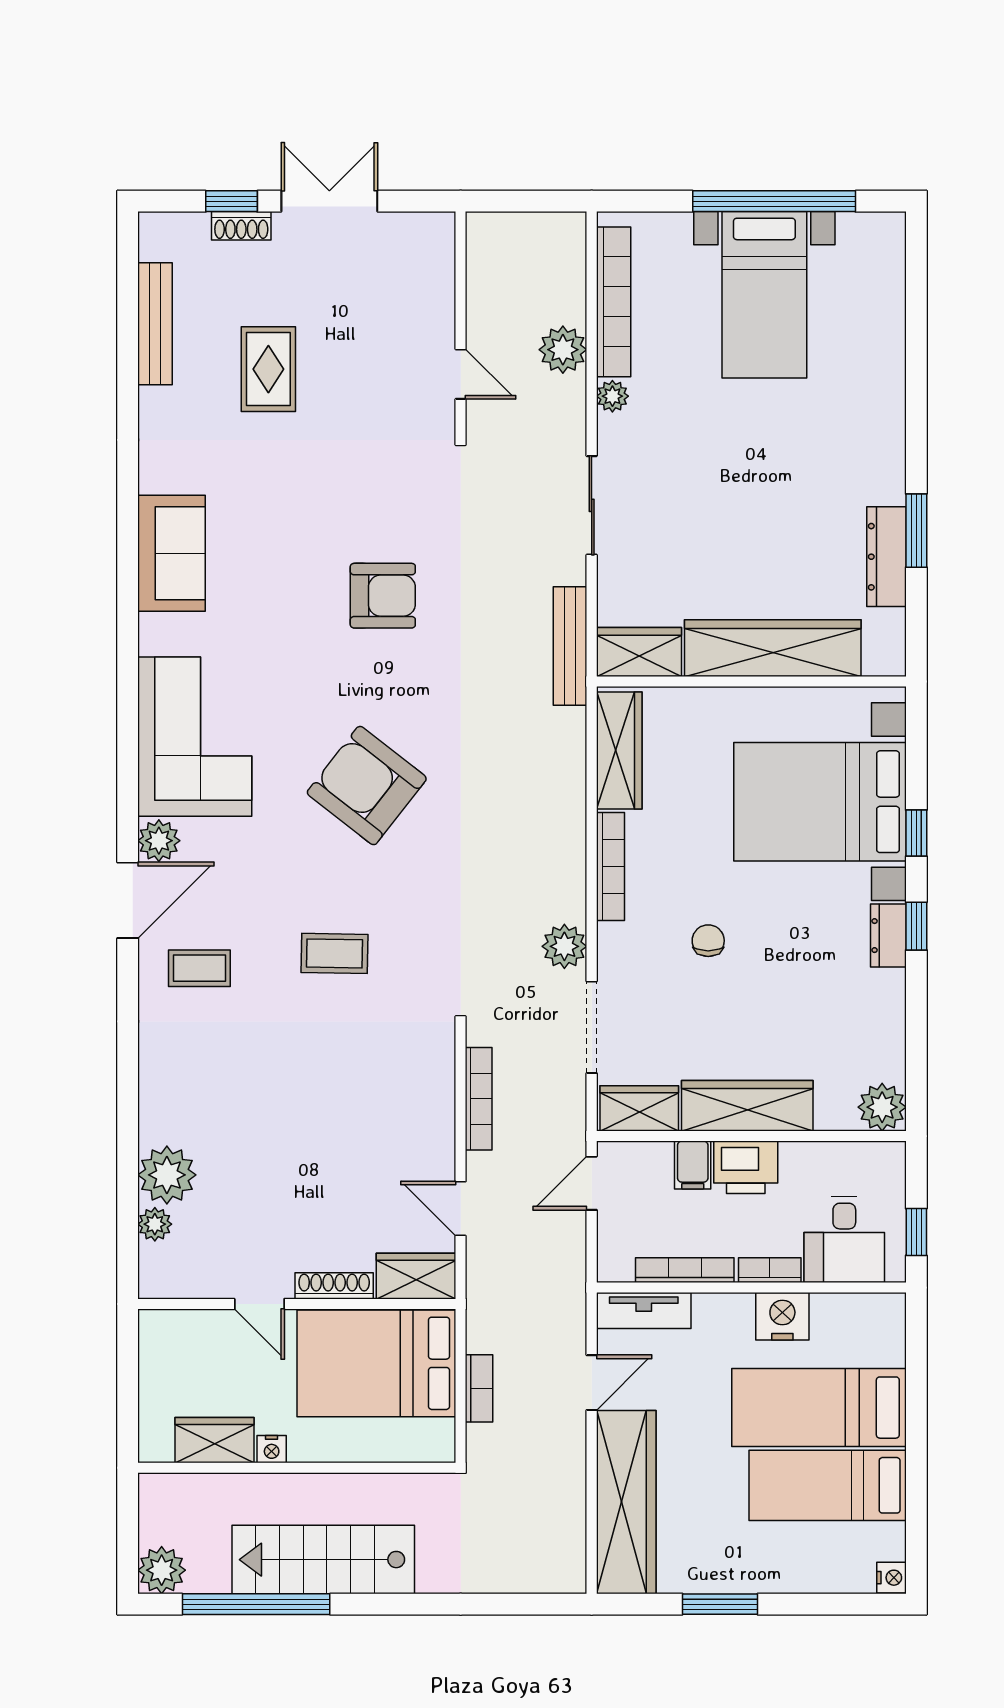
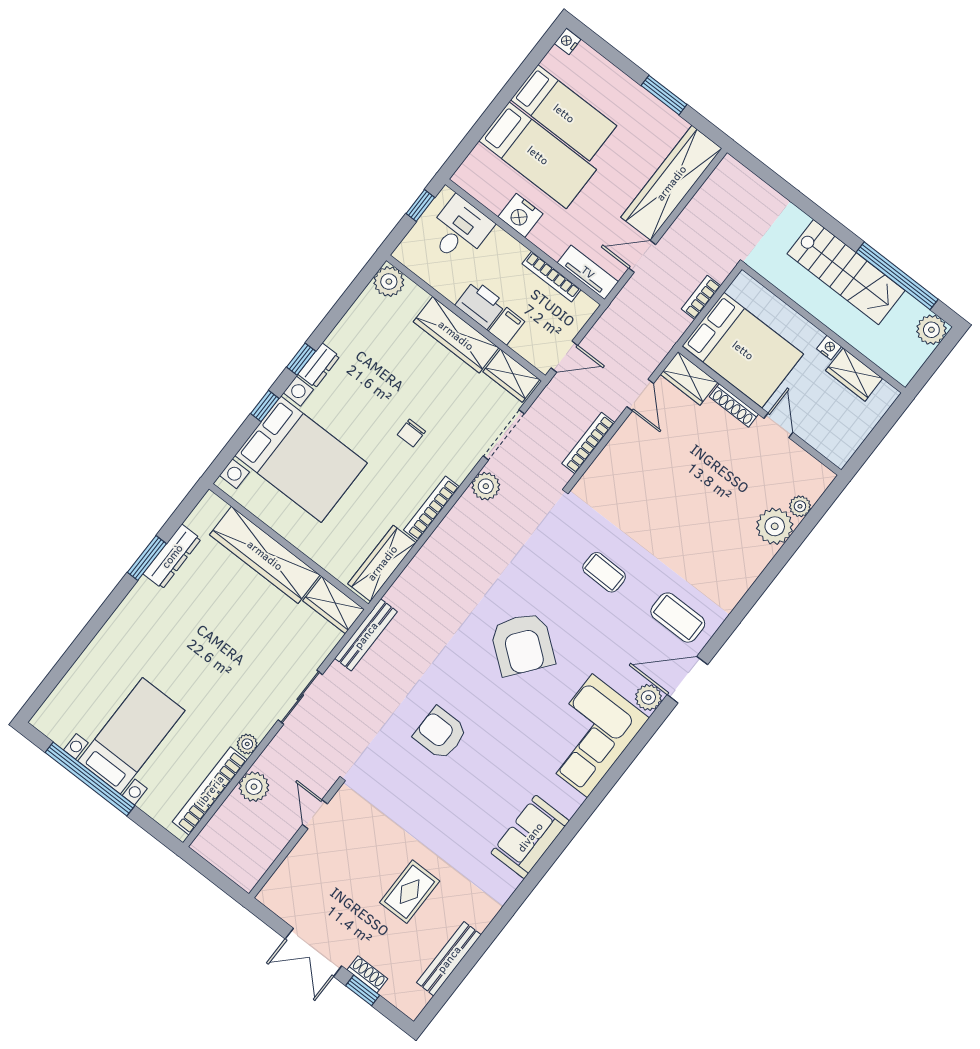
coffee table: (199, 968) -> (678, 618), width x1.36, depth x1.30
bookcase: (770, 1270) -> (509, 243), removed

